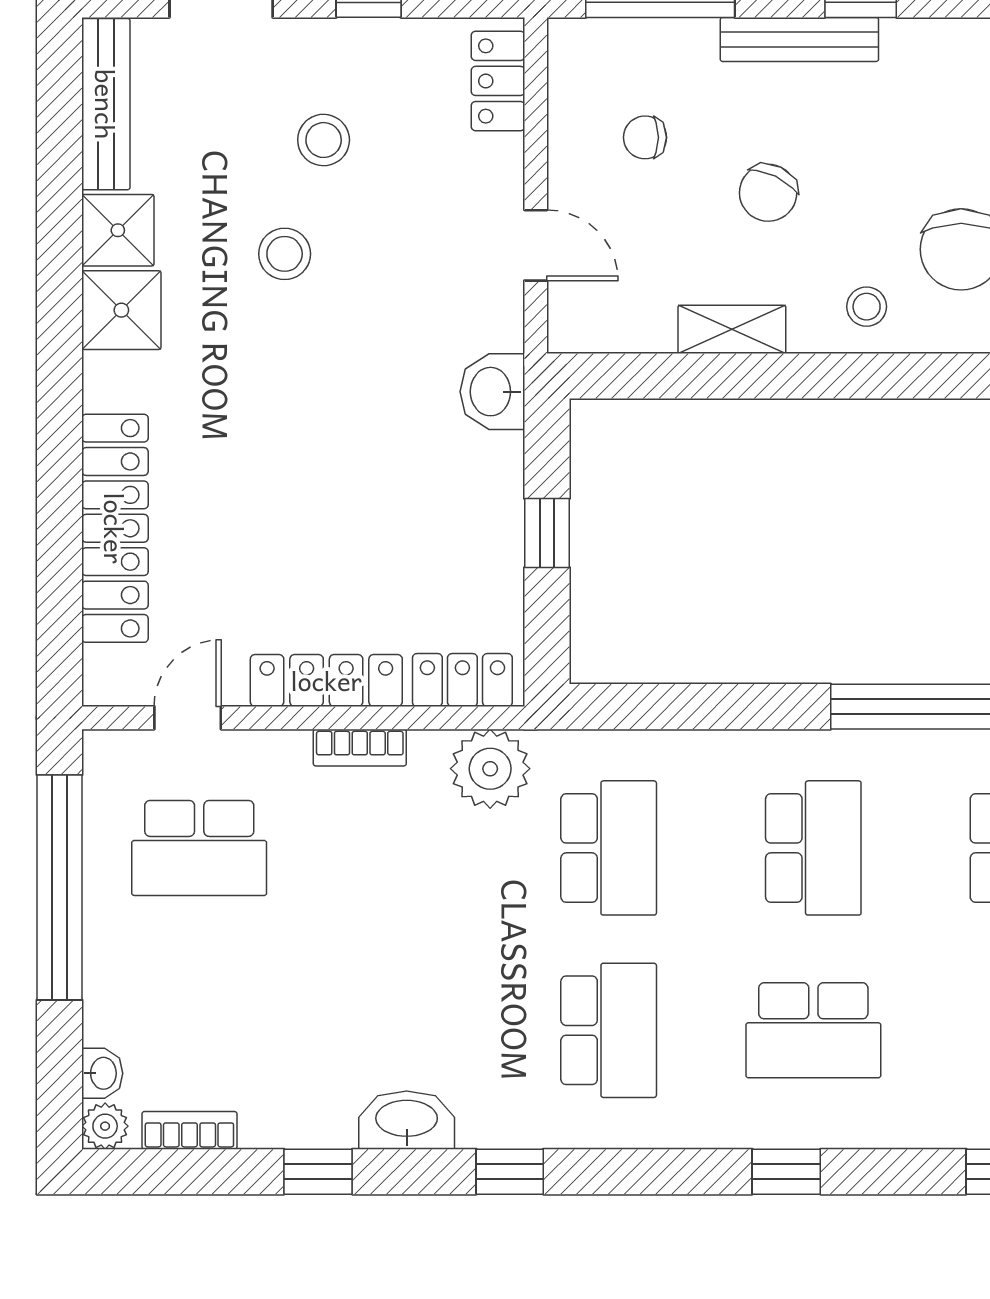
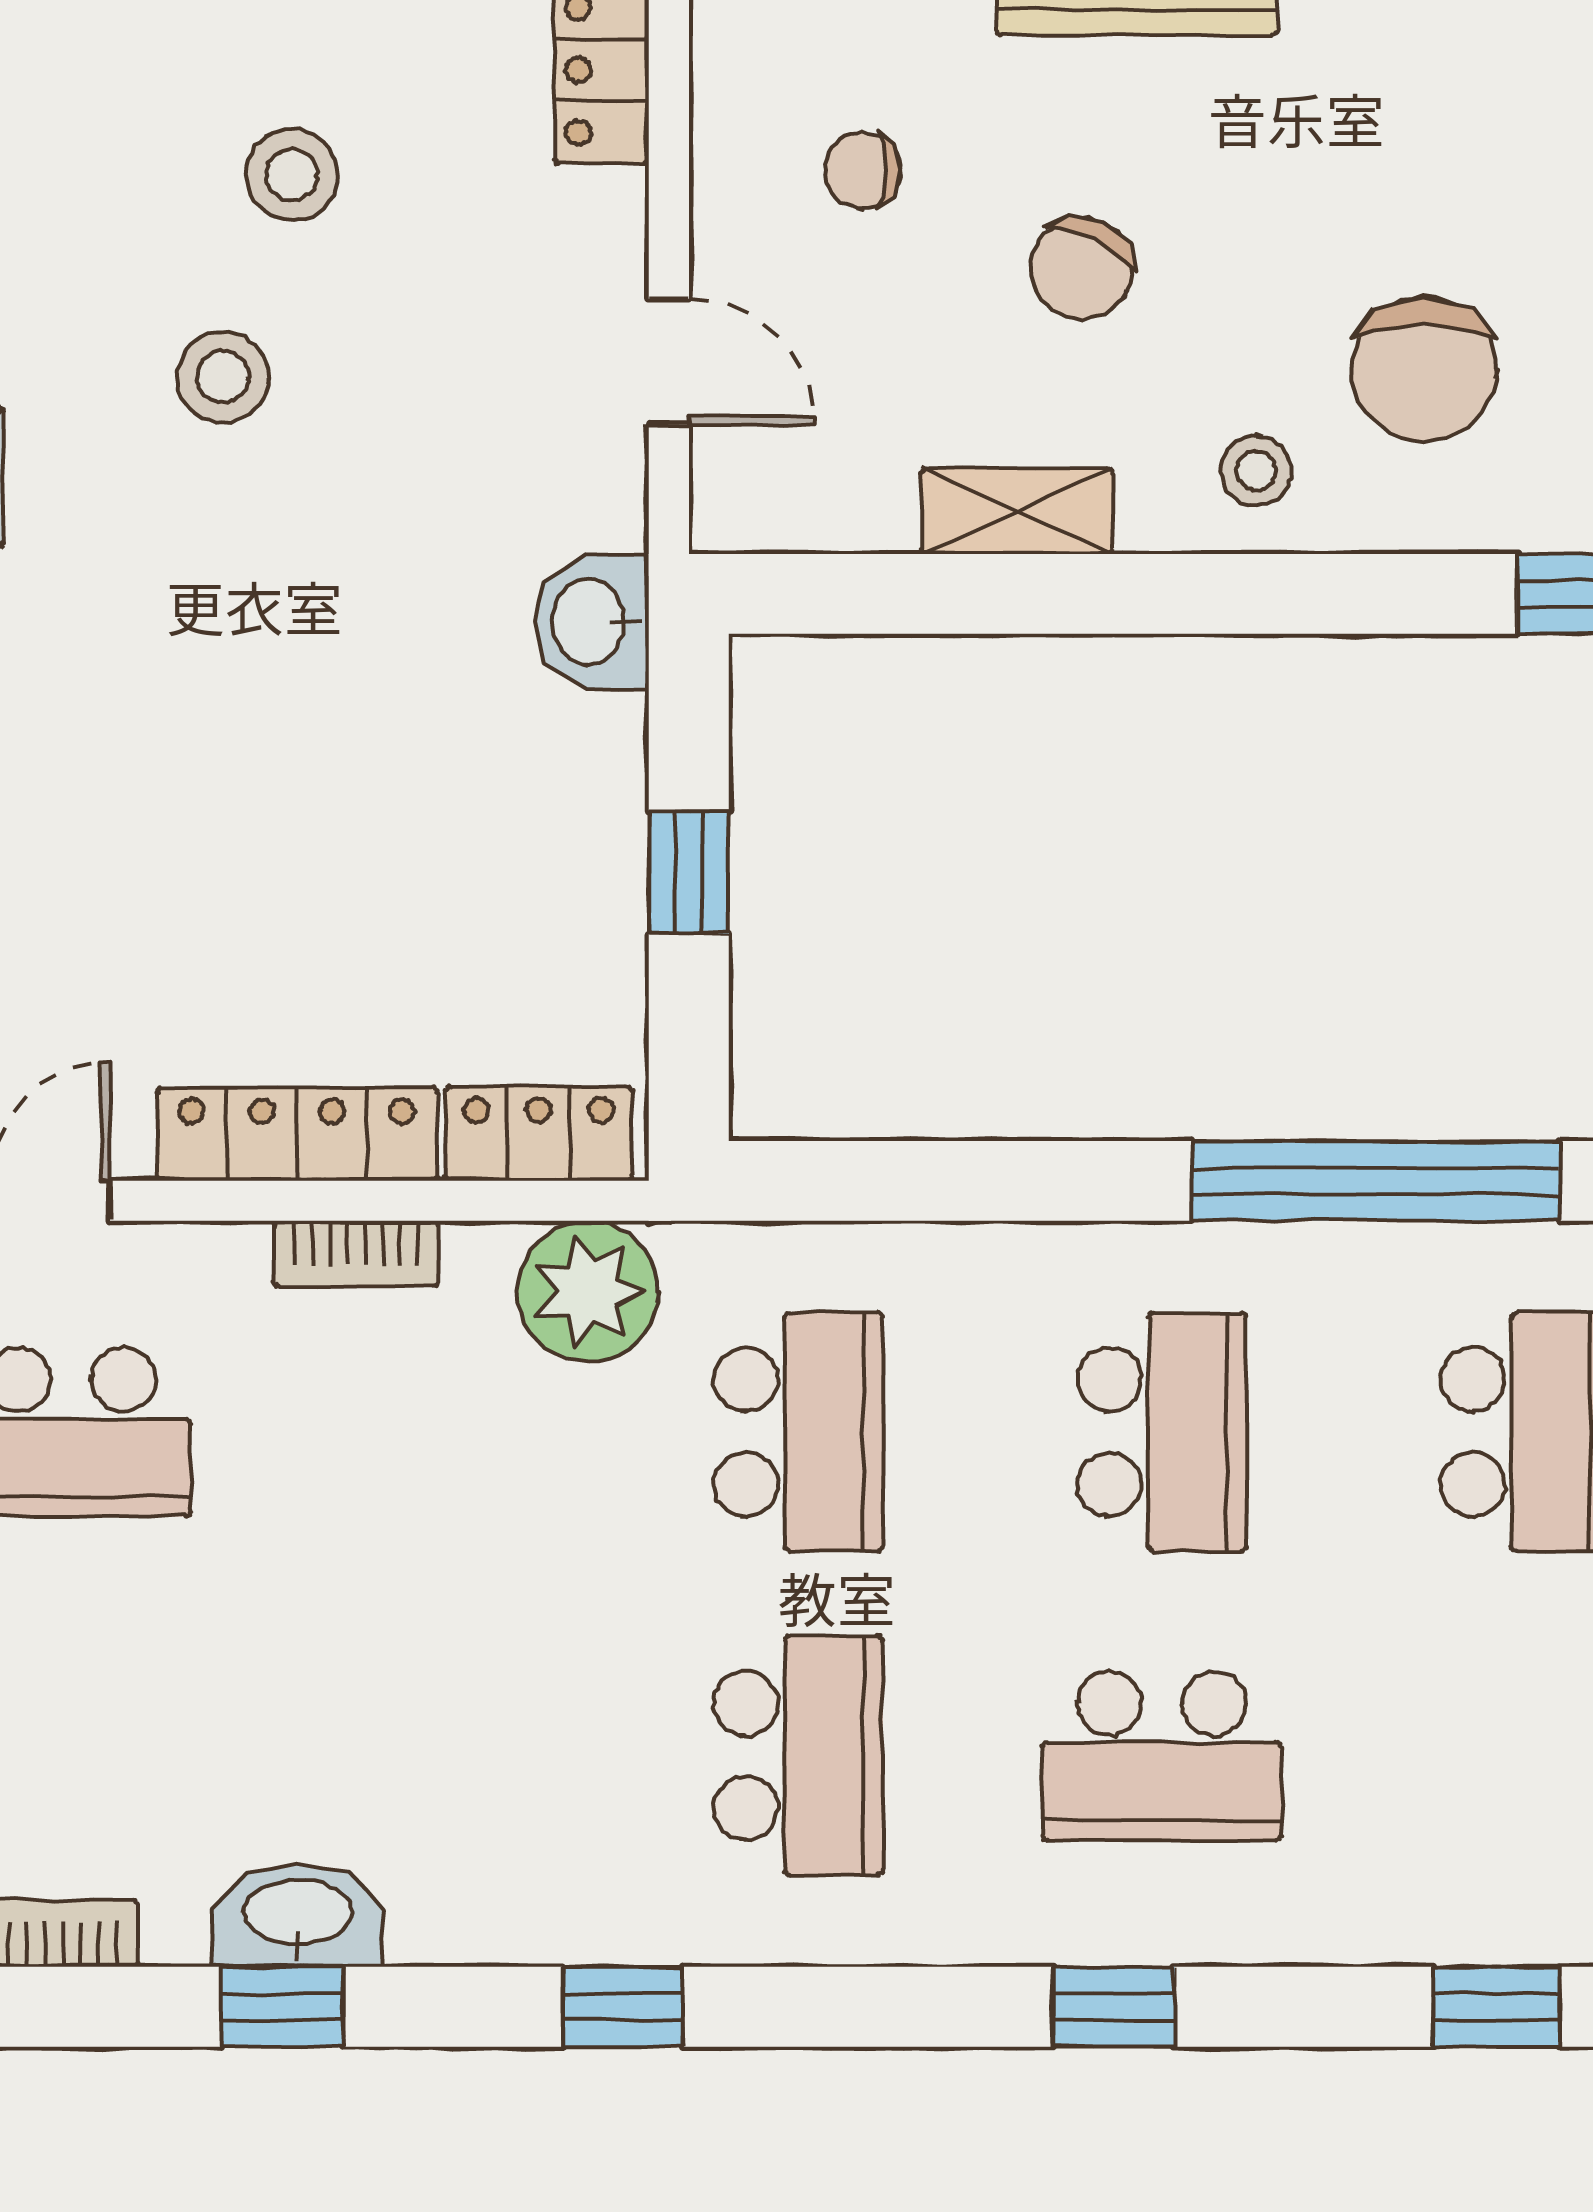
washbasin: (407, 1120) -> (298, 1915), moved

